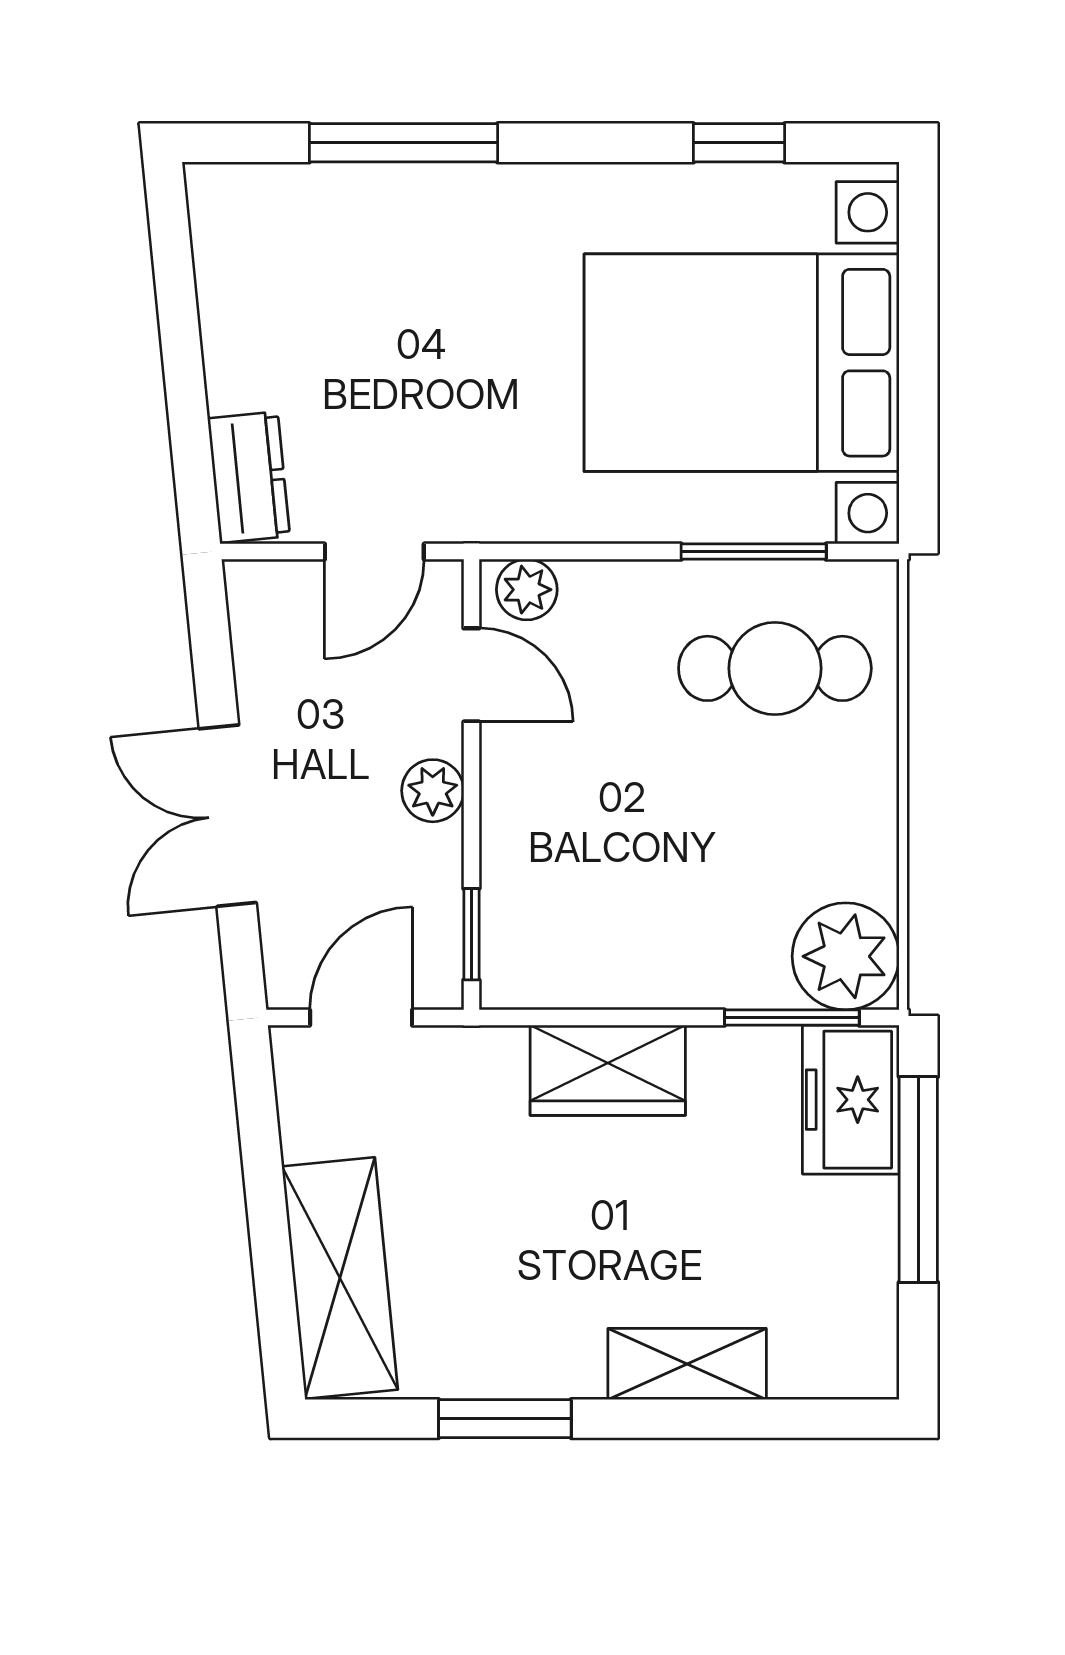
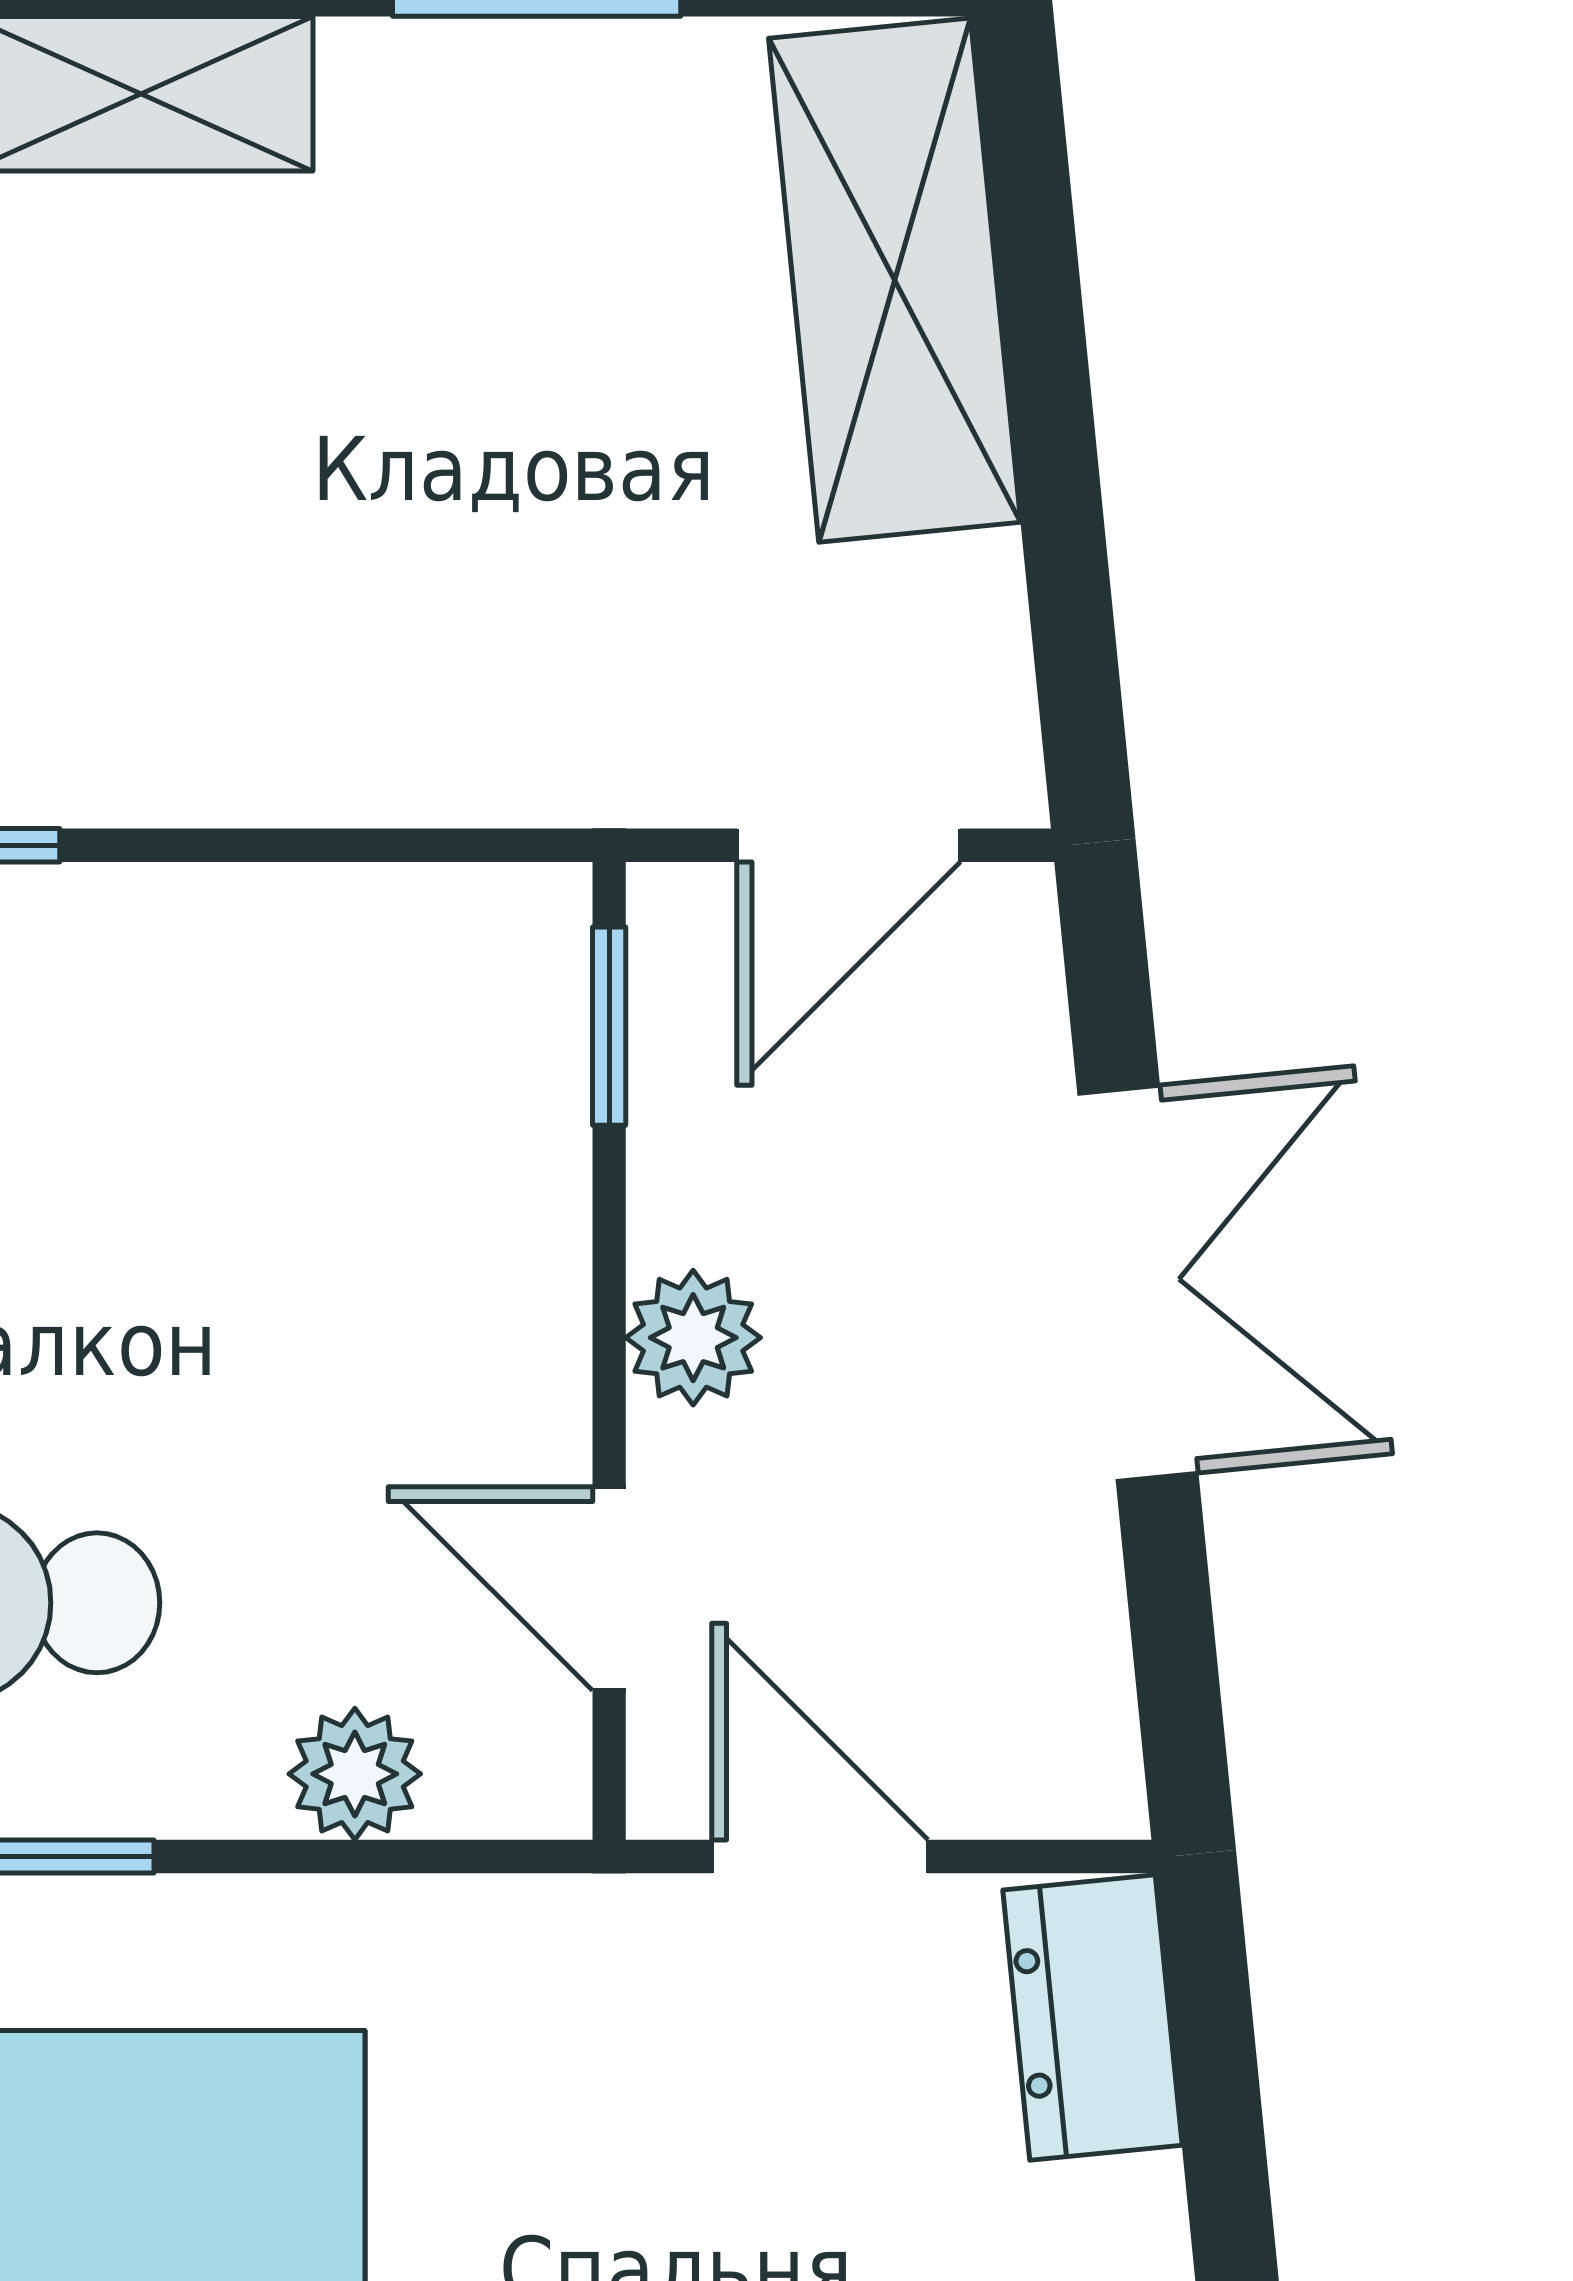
door: (374, 552) -> (820, 1856), hinge flipped
plant: (527, 590) -> (355, 1774), moved
wardrobe: (608, 1070) -> (313, 731), removed

